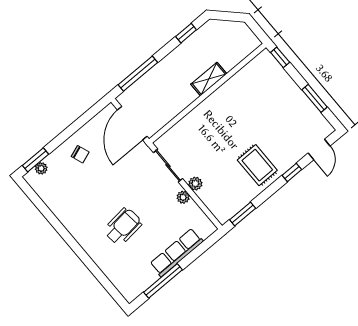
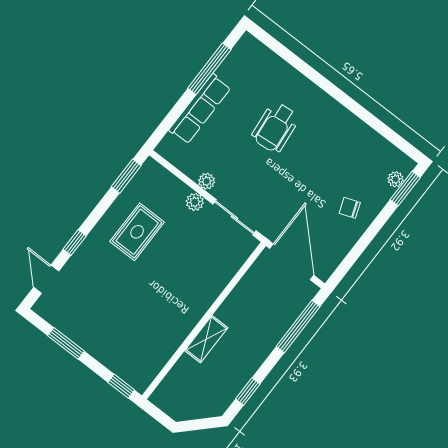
rug: (257, 165) -> (137, 232), moved, turned 90

